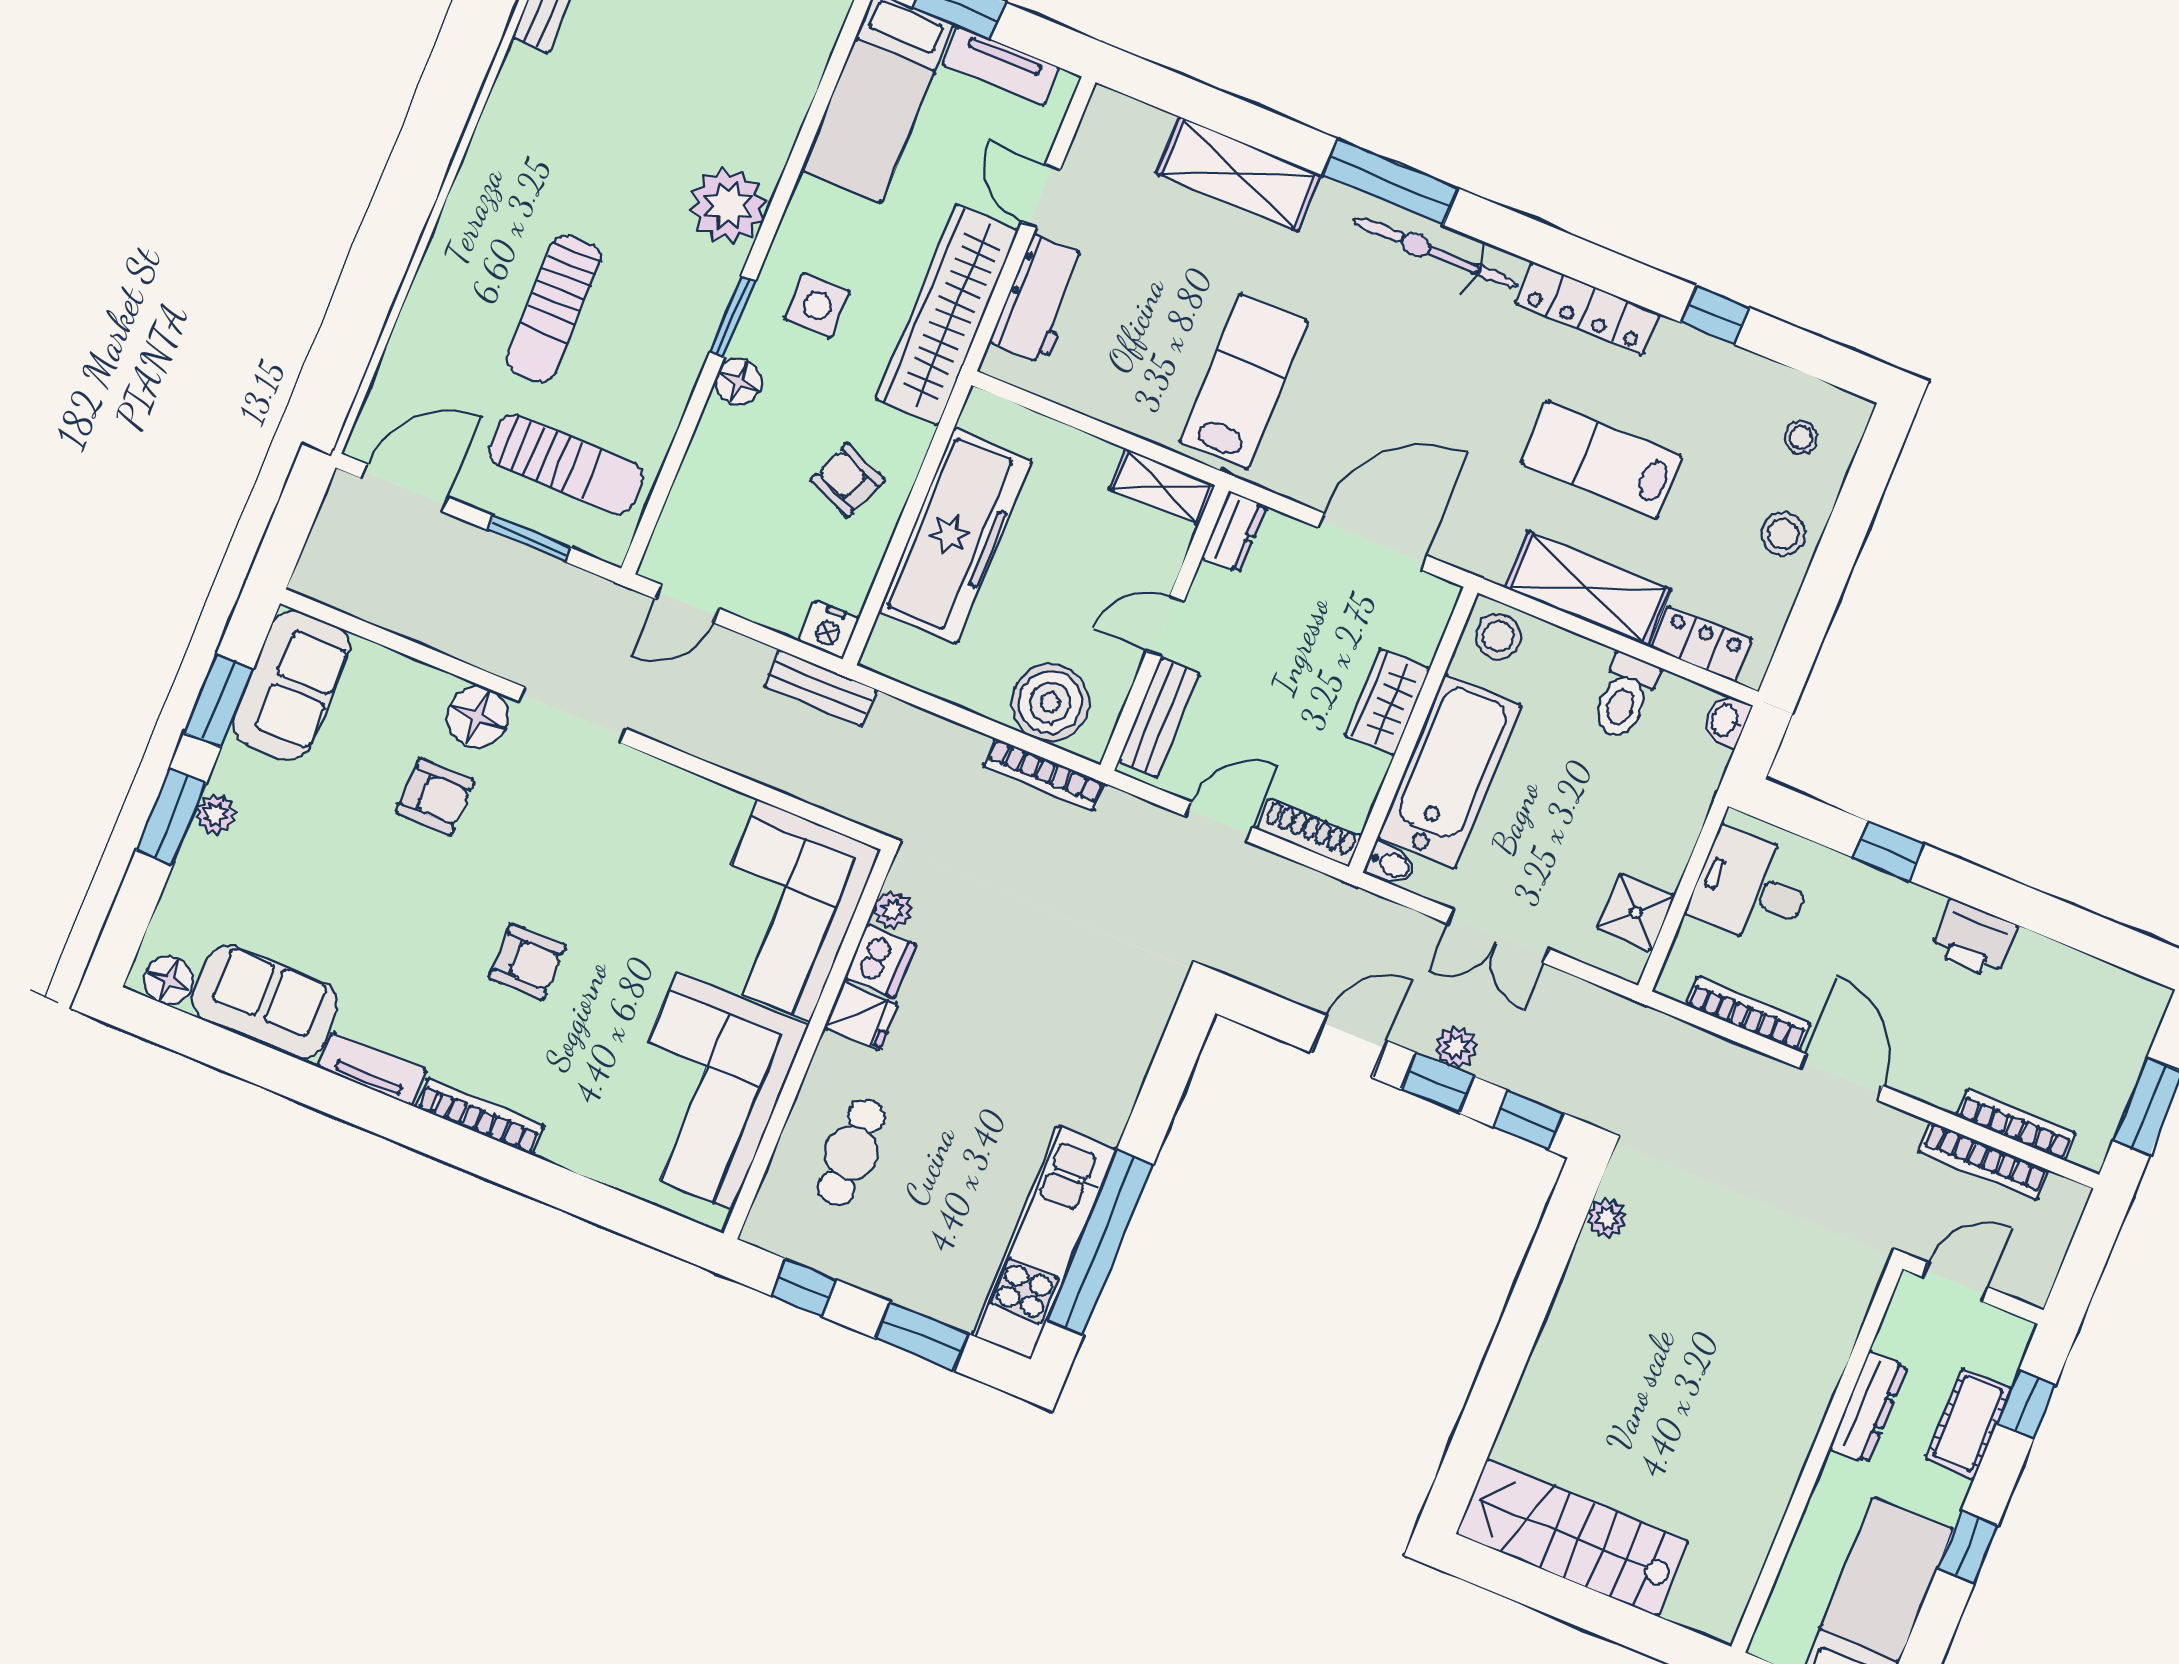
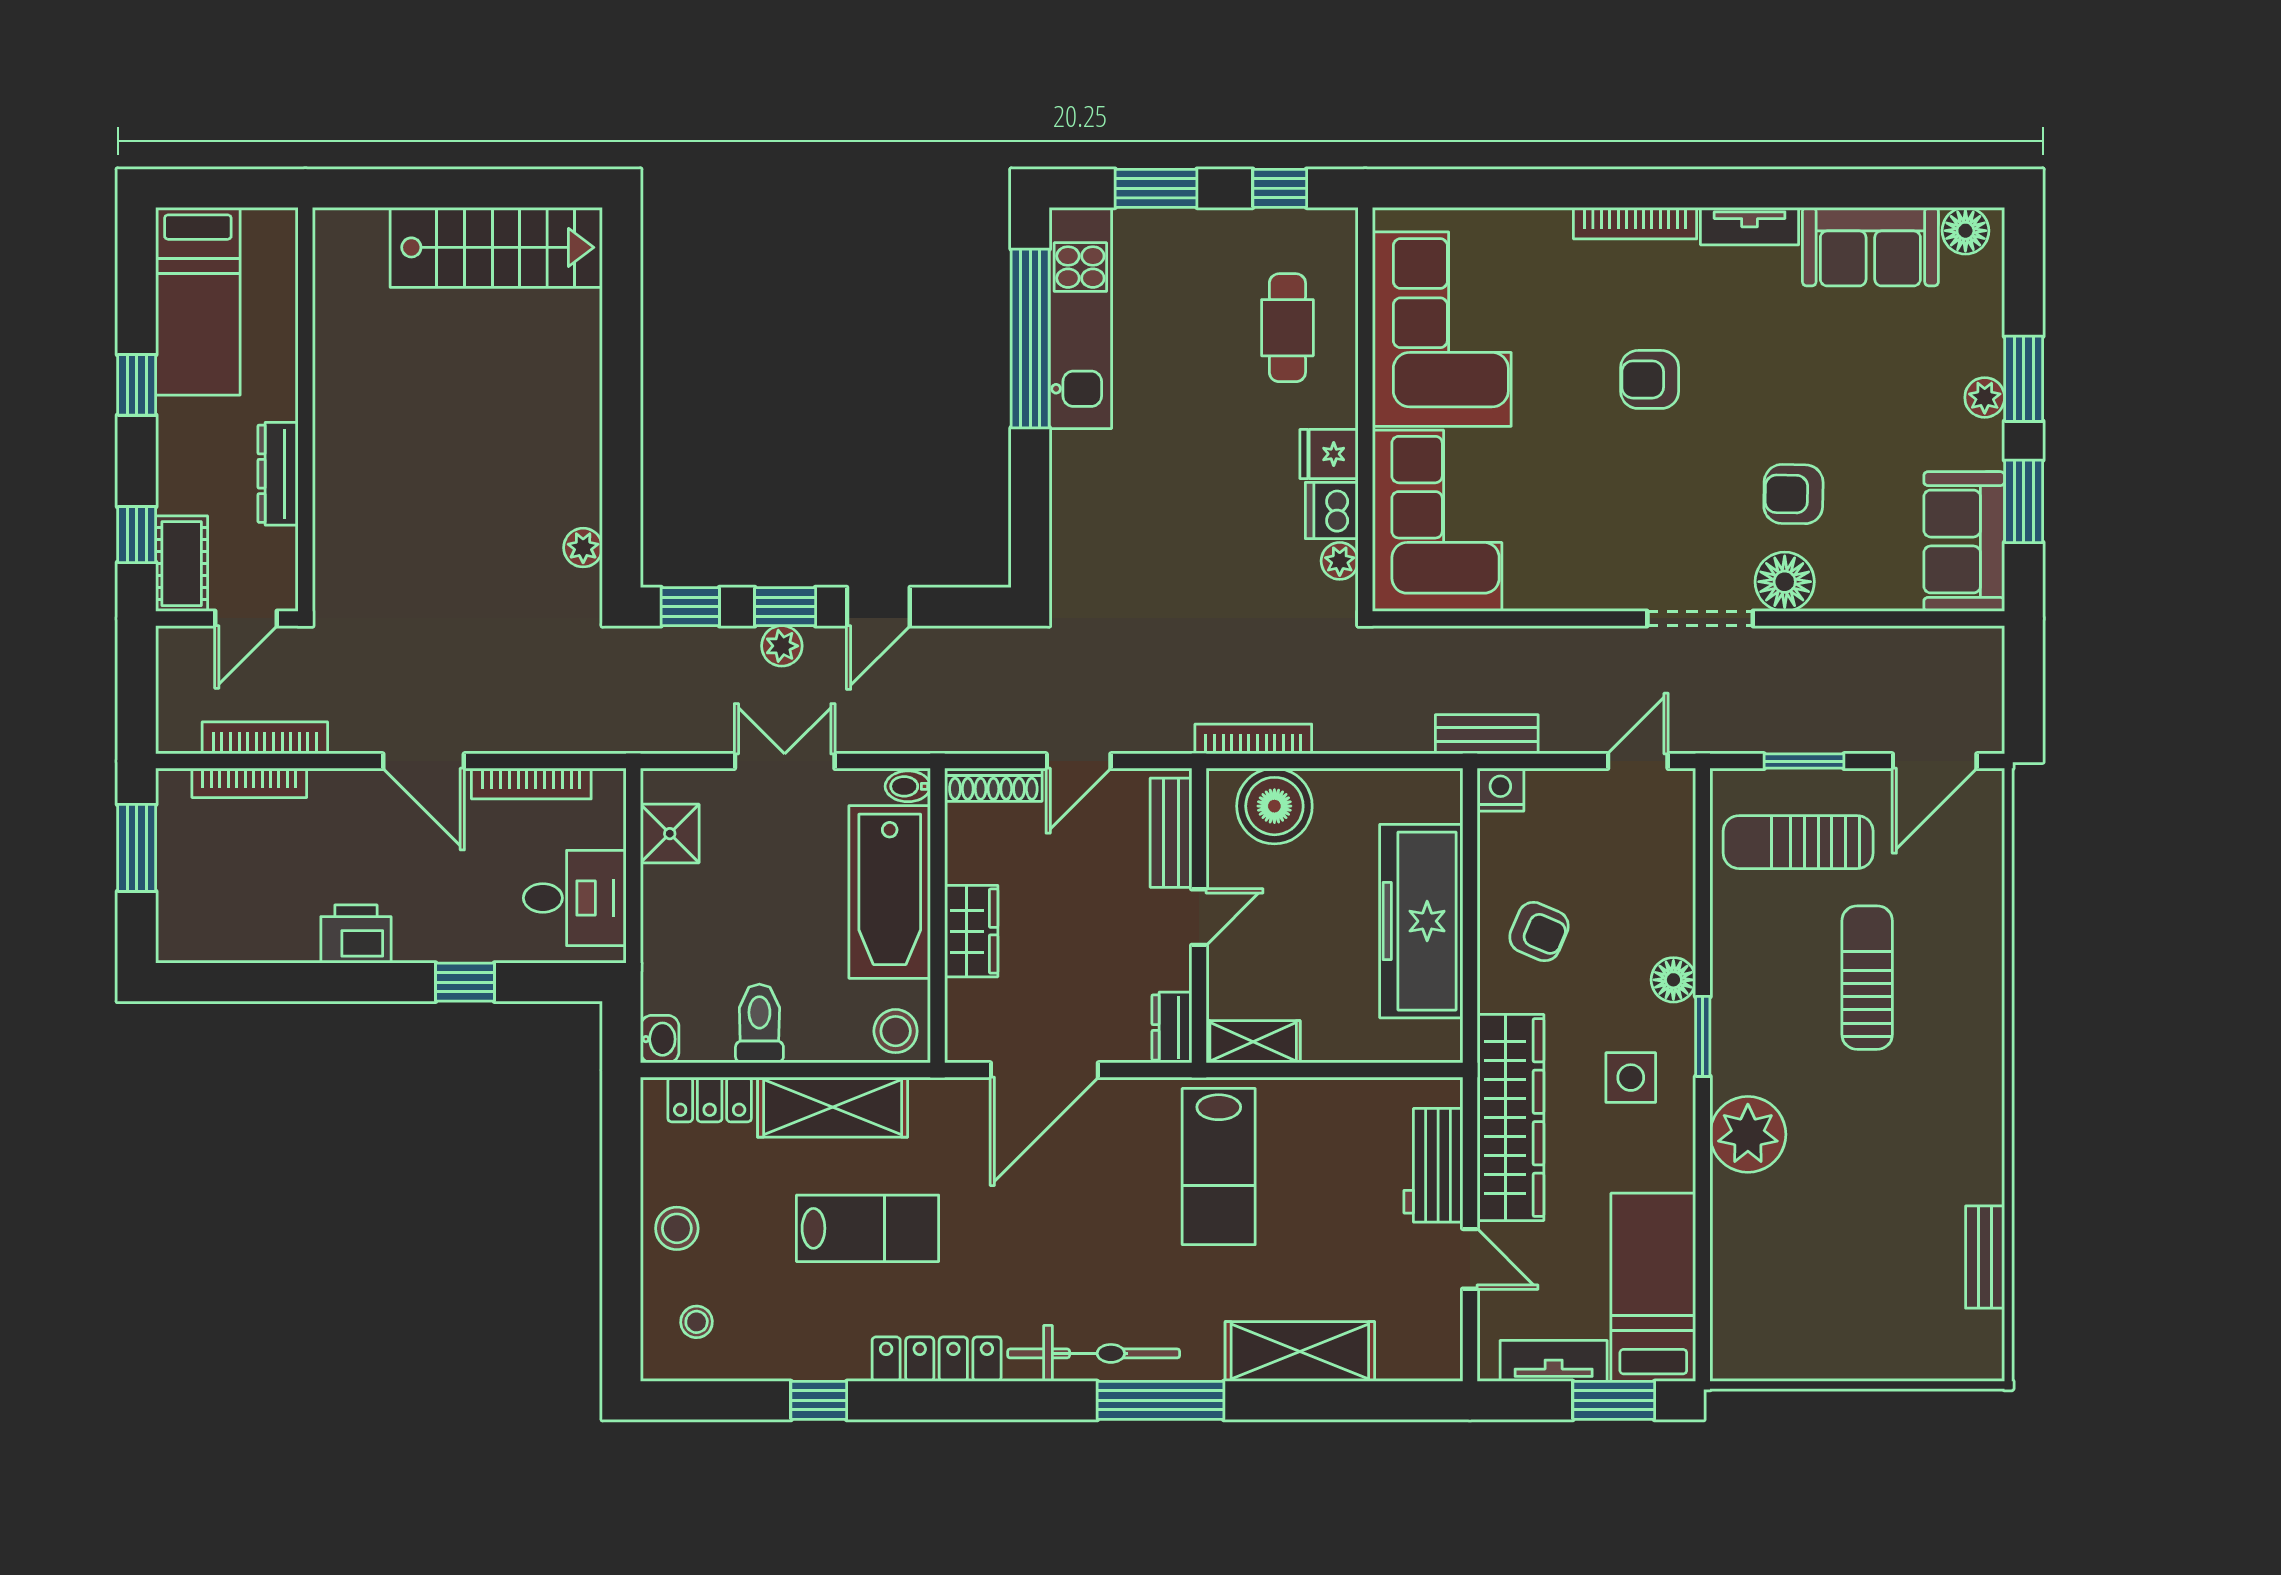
cot: (1968, 1424) -> (182, 564), moved

